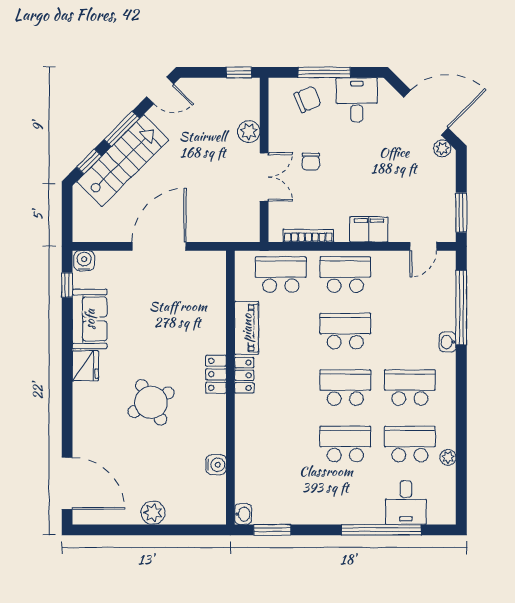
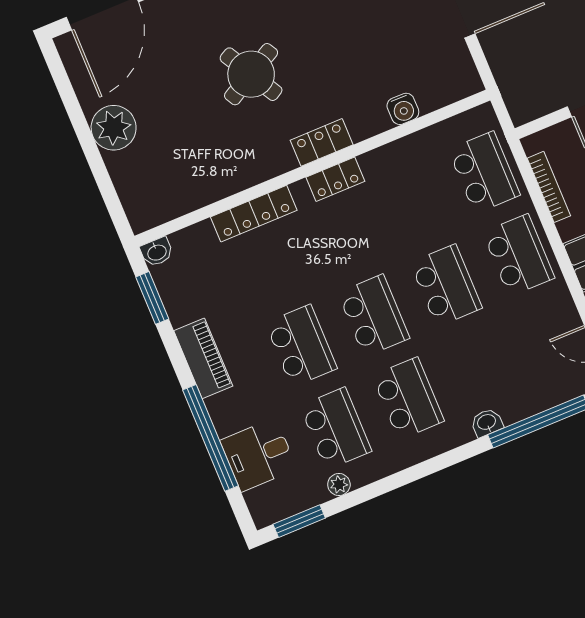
piano: (247, 328) -> (203, 358), moved, turned -90
locker: (244, 439) -> (254, 214), added
water cooler: (216, 465) -> (403, 109), moved
window: (461, 494) -> (299, 521), added
plant: (153, 513) -> (114, 128), width x1.36, depth x1.36

